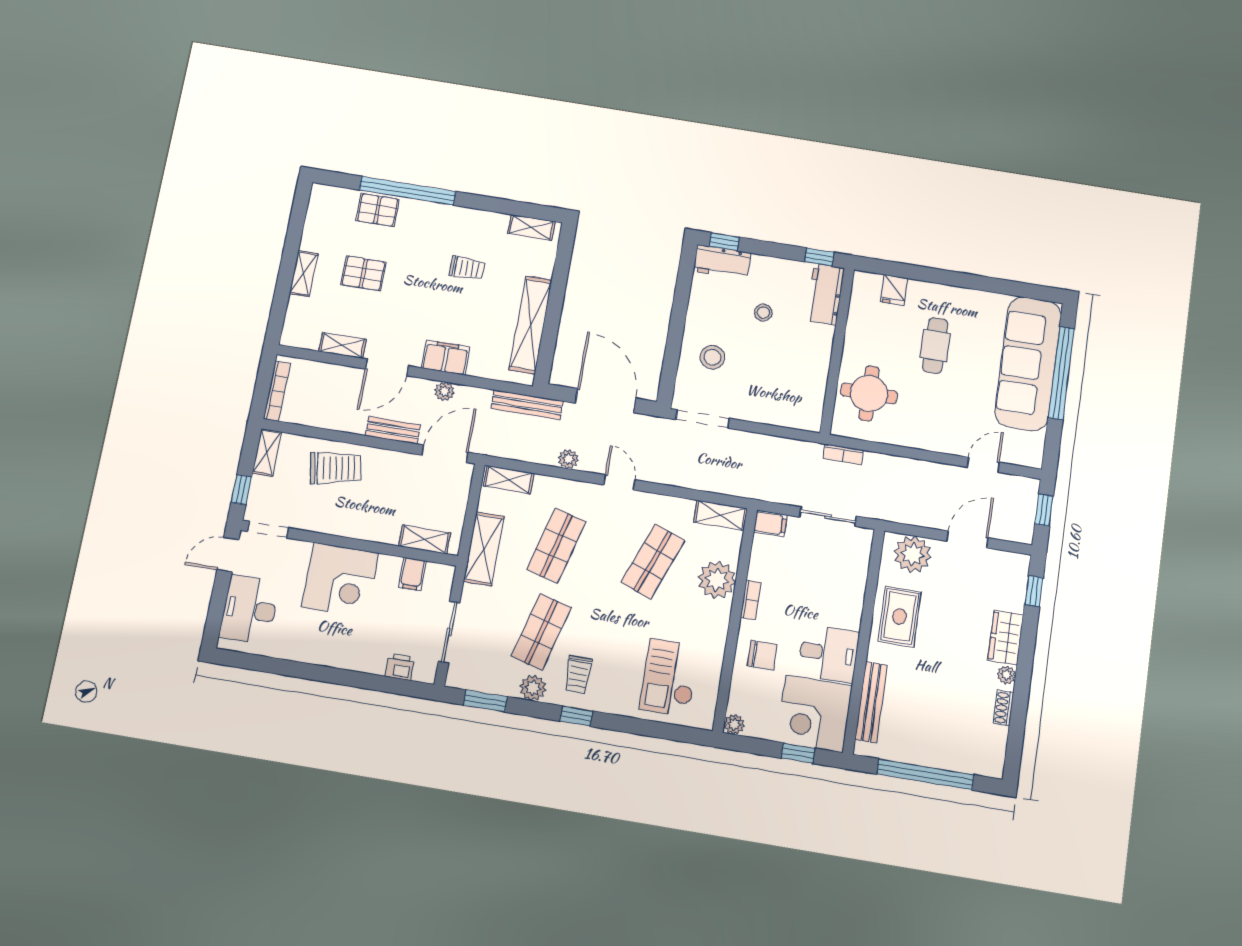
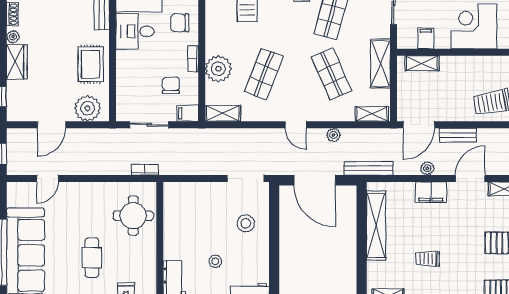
shop shelf: (556, 546) -> (331, 74), turned -39
chair: (788, 567) -> (171, 85), added

